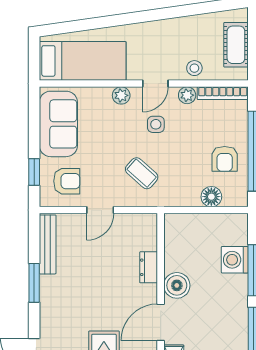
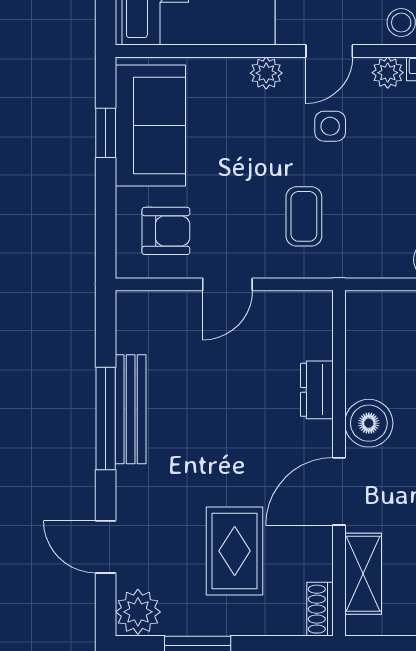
window: (34, 172) -> (106, 133), moved
coffee table: (142, 173) -> (304, 216), turned 48
bench: (48, 244) -> (131, 409), moved
window: (34, 283) -> (106, 418), width x1.44

